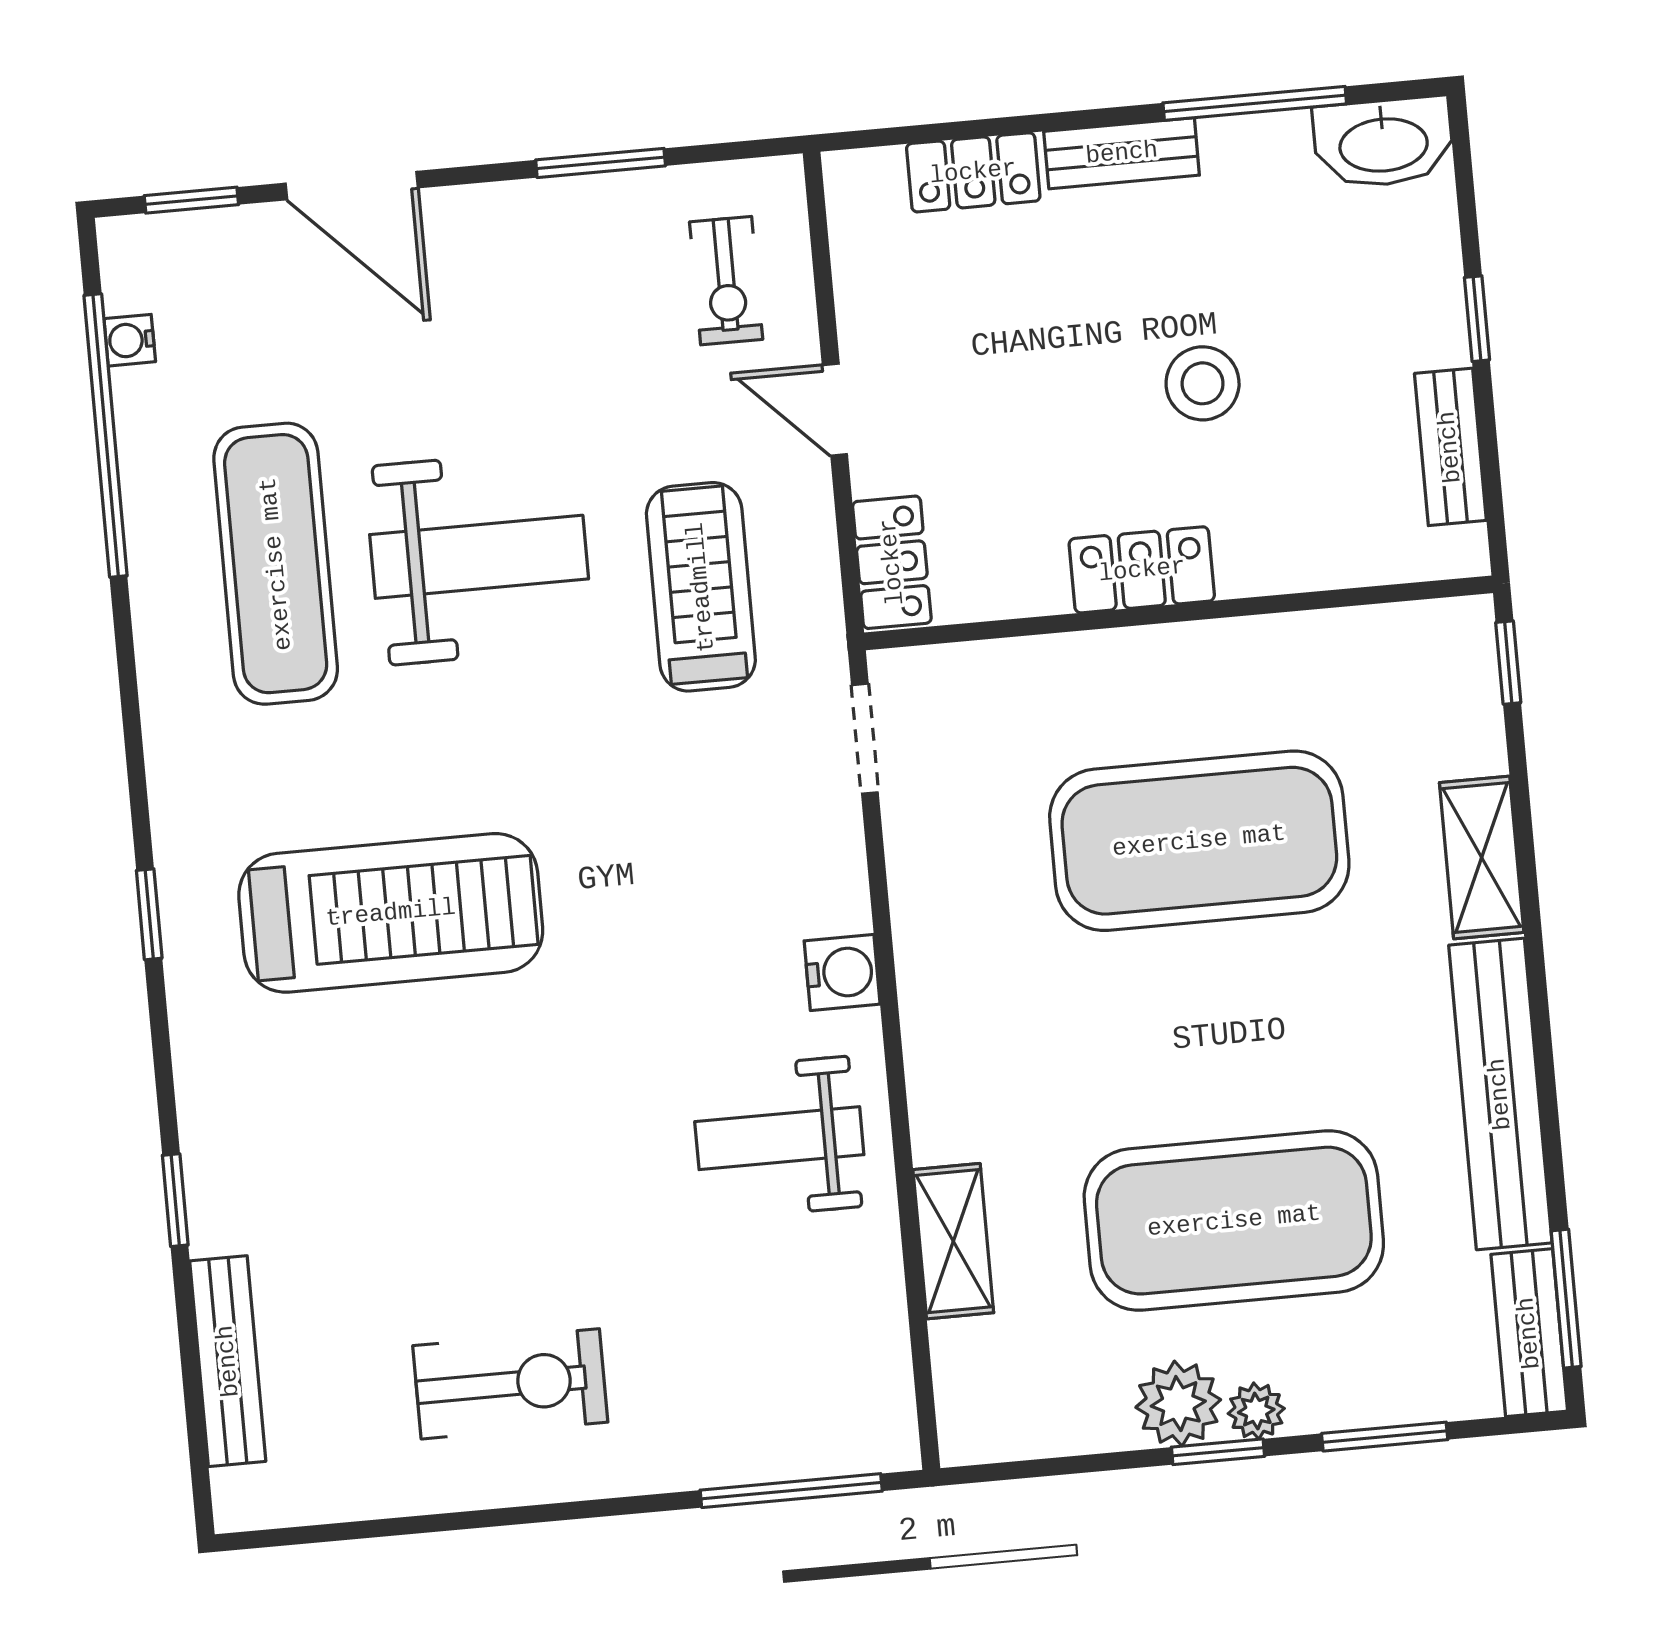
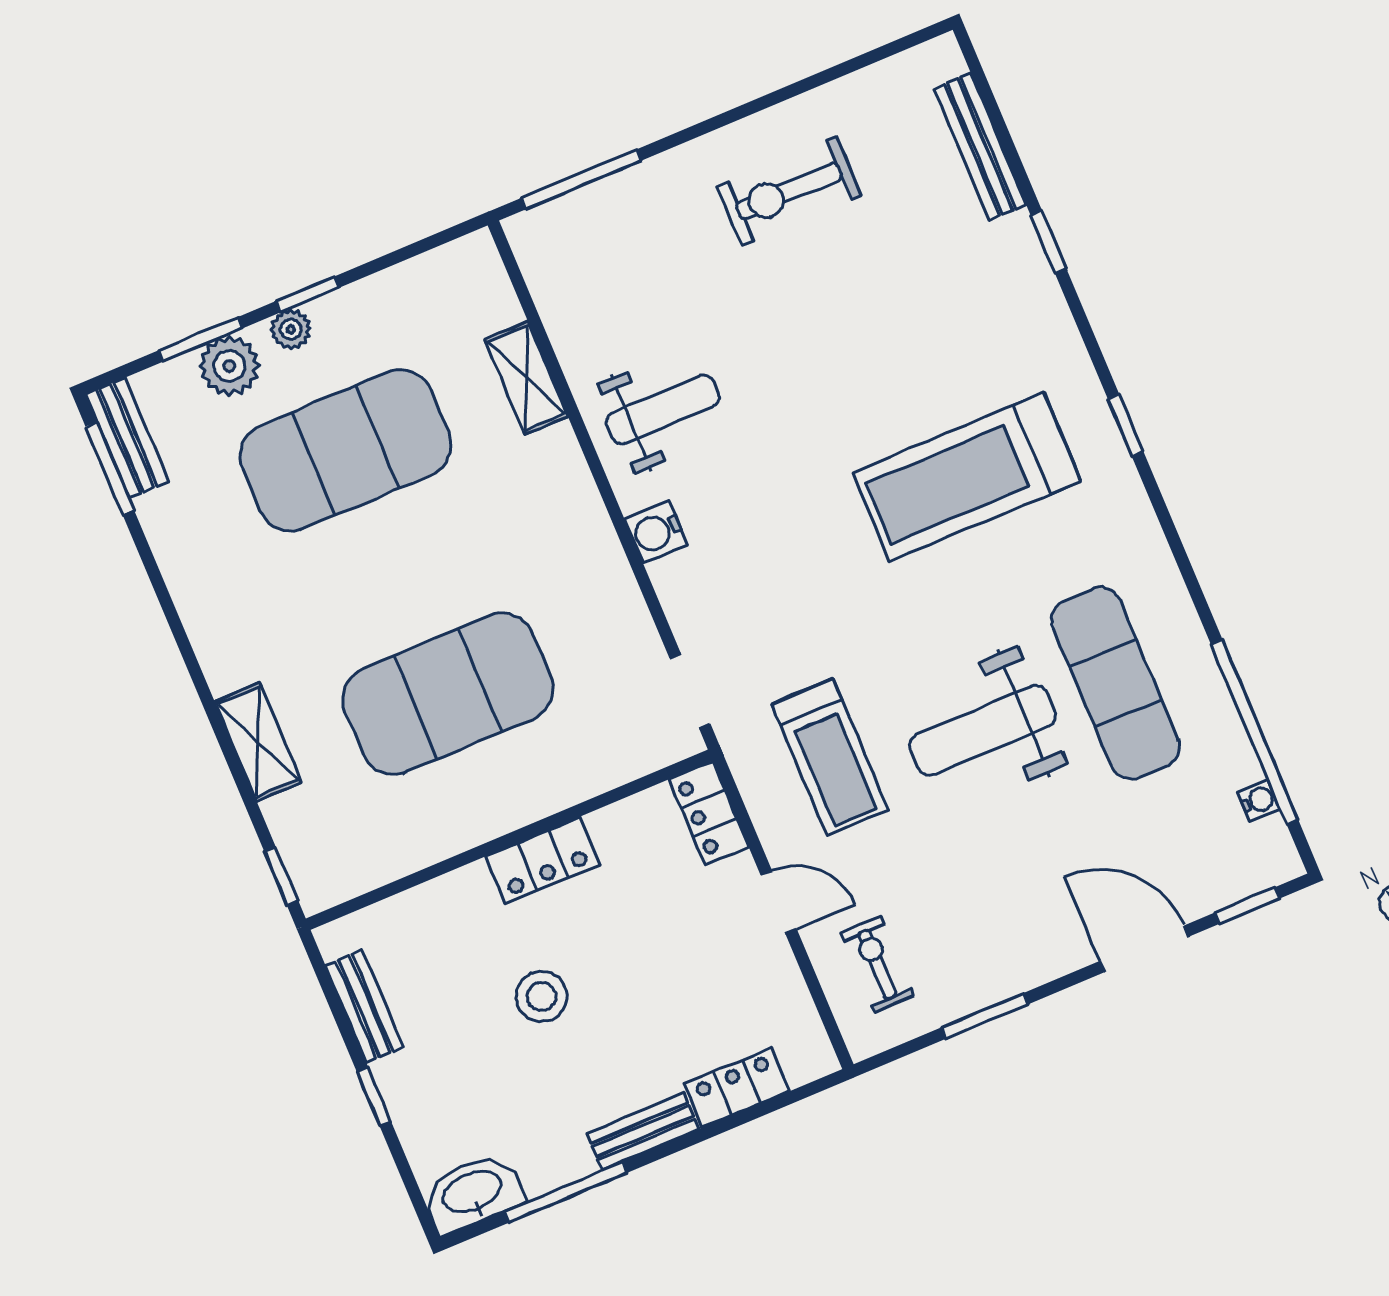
bench: (1500, 1094) -> (196, 590), removed
plant: (1178, 1404) -> (229, 366), moved

